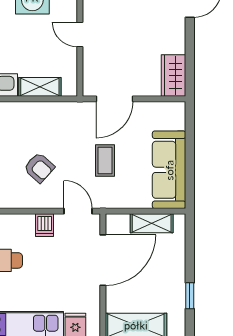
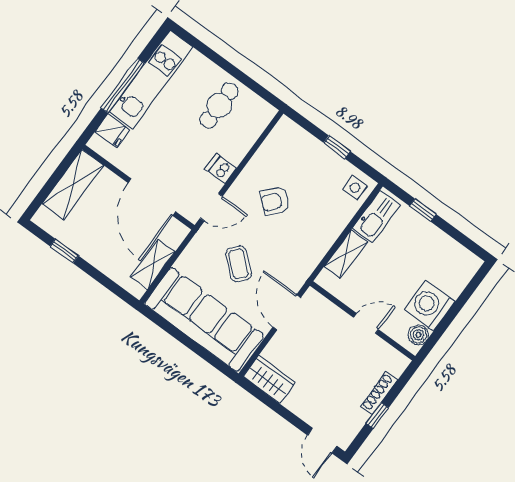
coffee table: (105, 160) -> (239, 264), turned 41
sofa: (169, 170) -> (204, 320), width x1.36, depth x1.27

